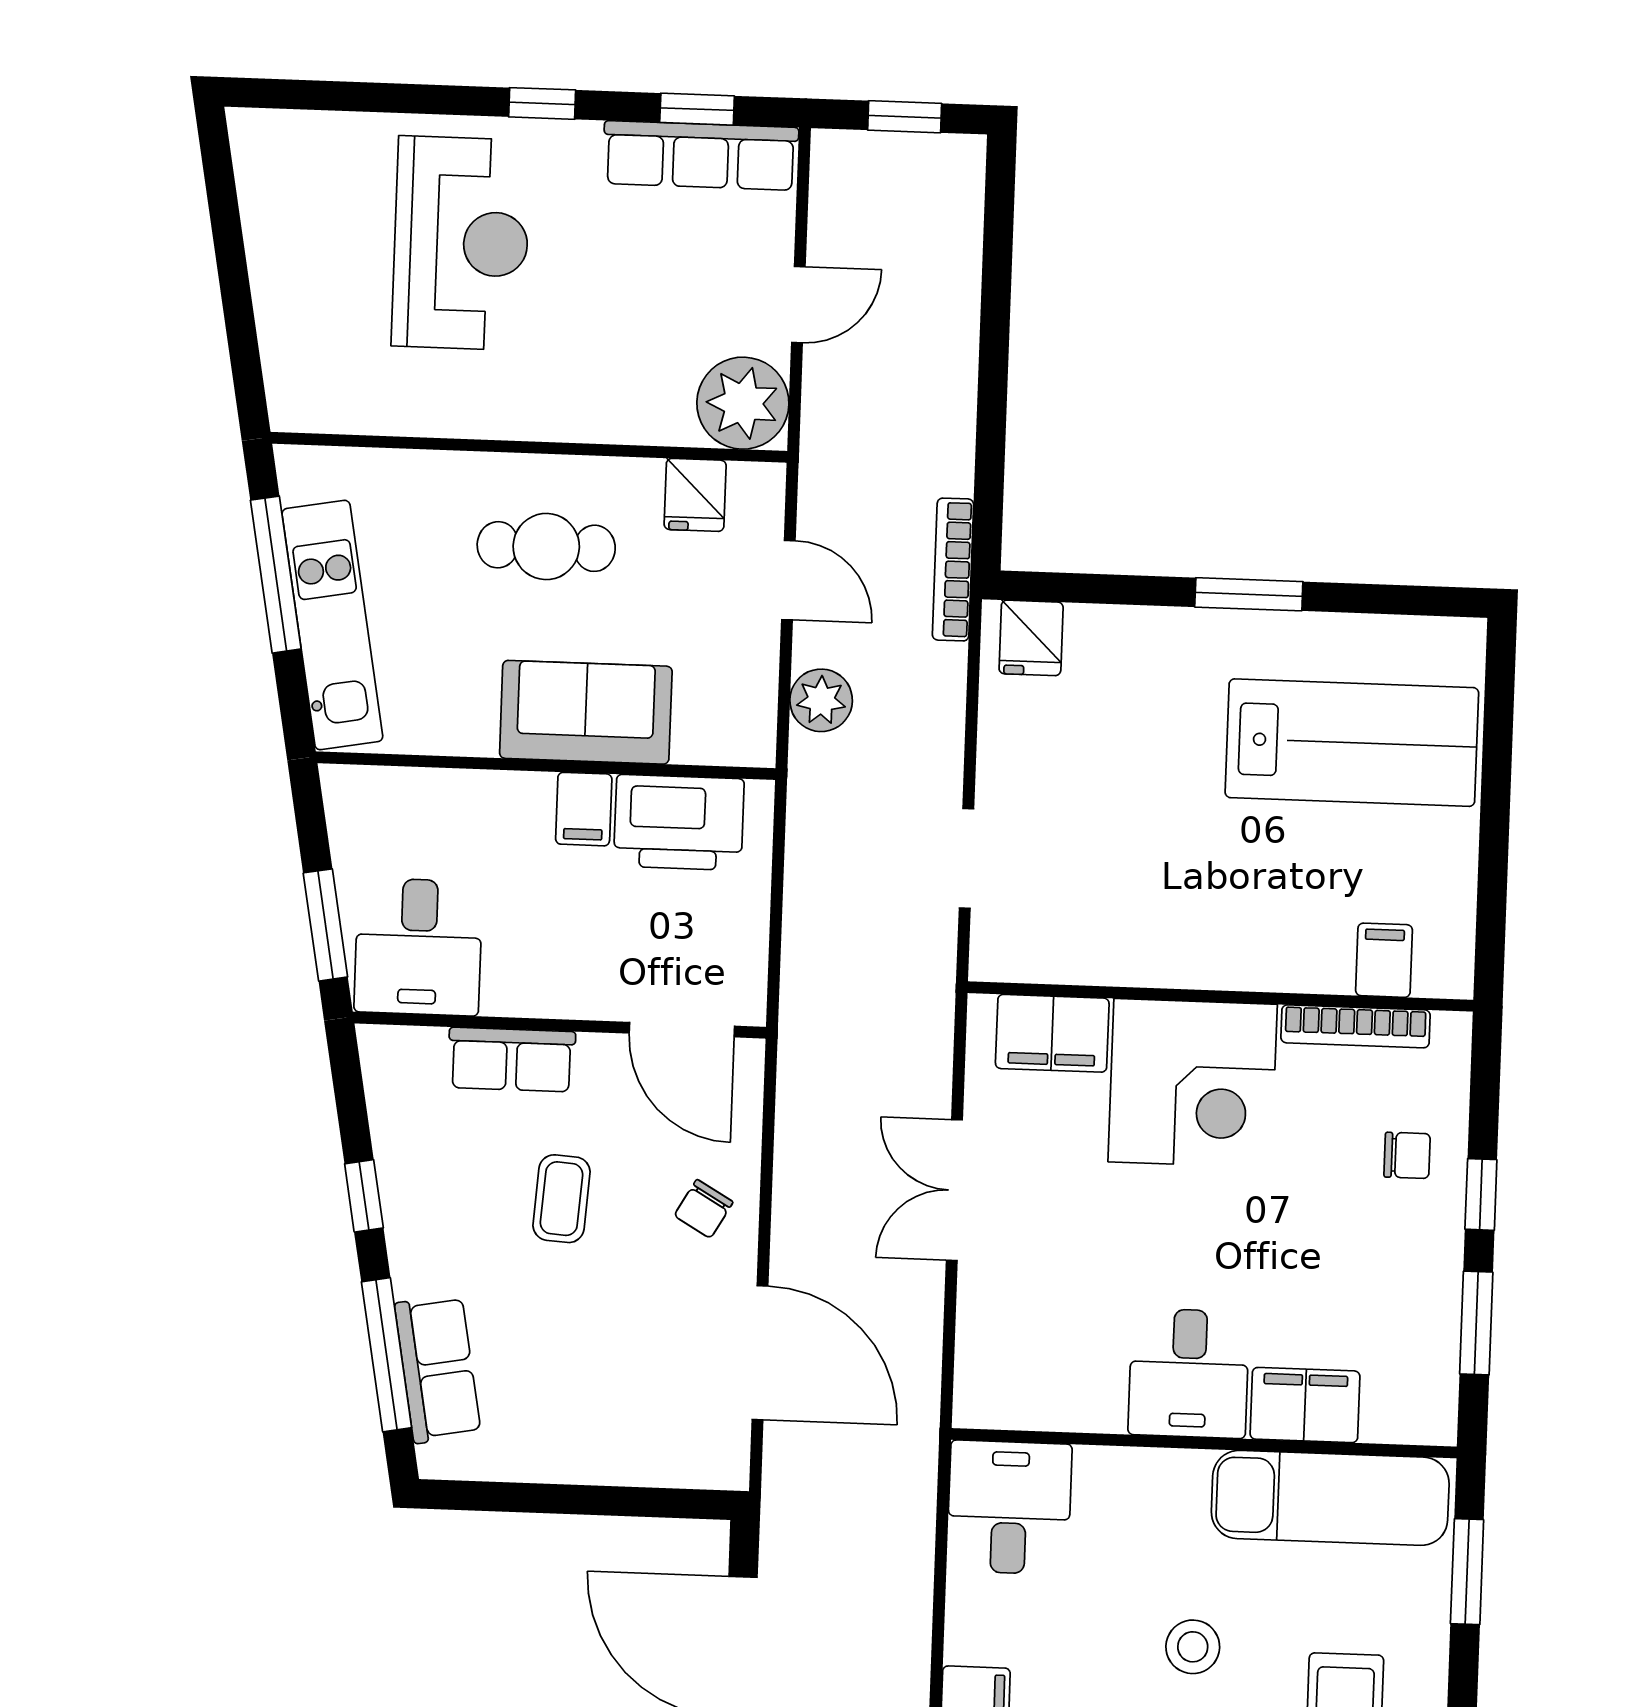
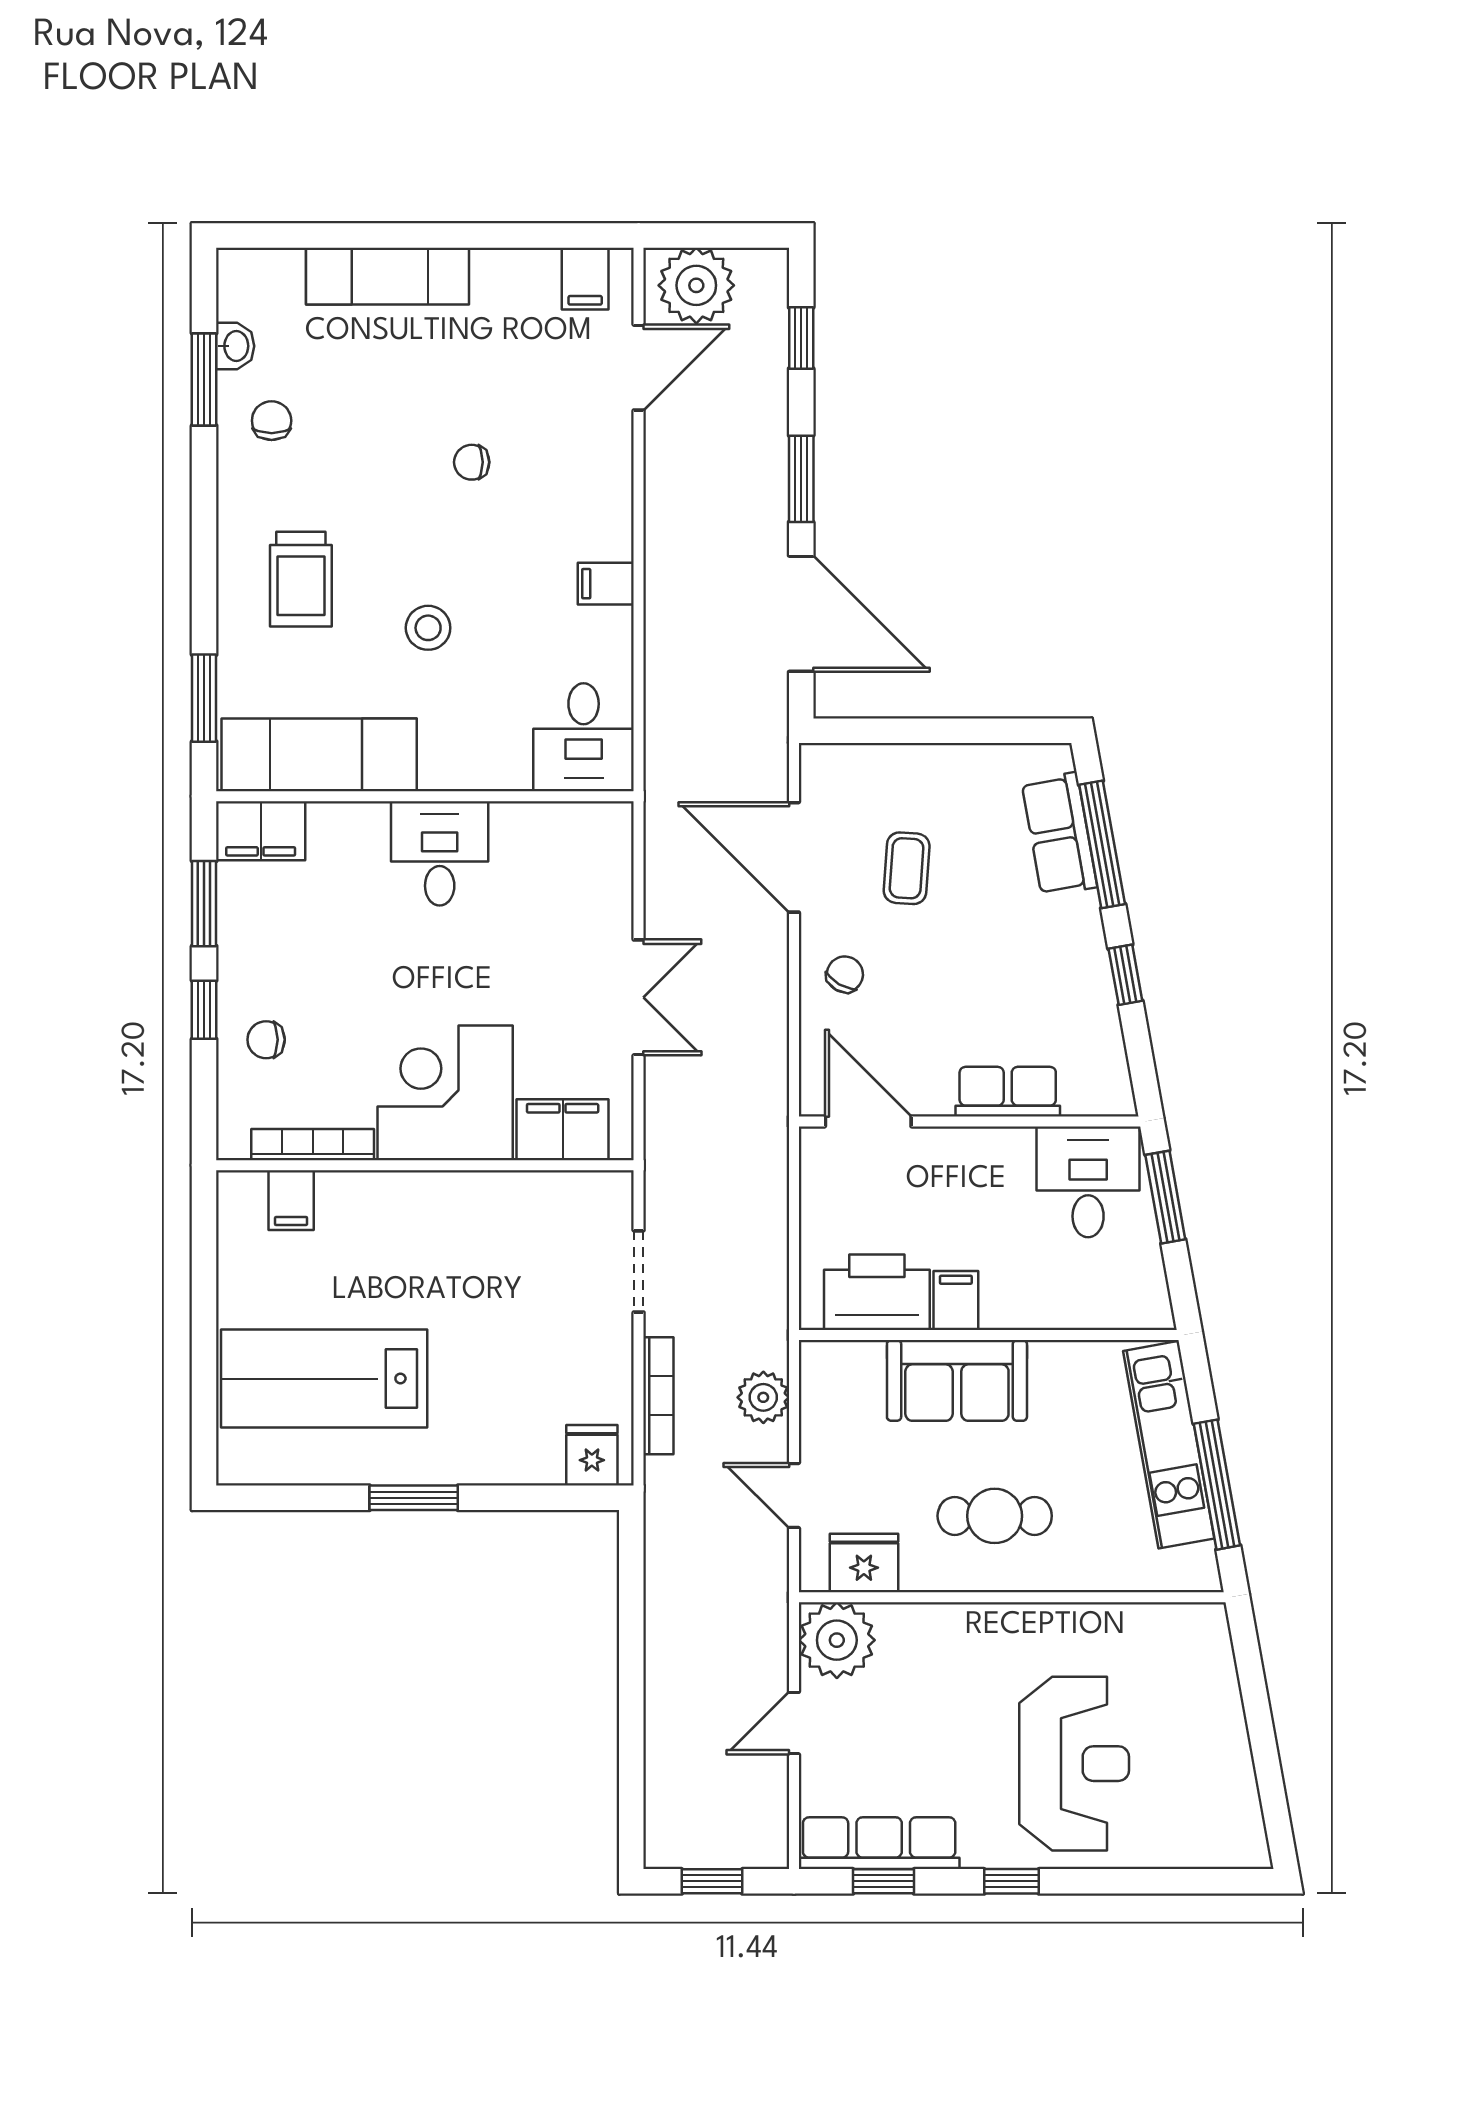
reception desk: (461, 243) -> (1074, 1764), turned 180
fridge: (695, 495) -> (864, 1563), width x1.38
bookcase: (953, 570) -> (658, 1396), moved
coffee table: (561, 1199) -> (907, 868), moved
filing cabinet: (1305, 1405) -> (261, 831), moved

